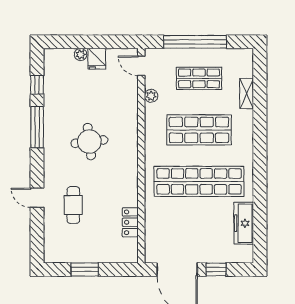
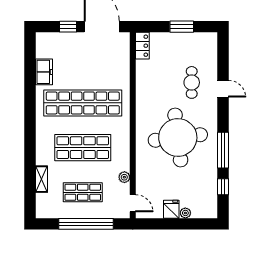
round table: (89, 142) -> (178, 137), width x1.86, depth x1.86
locker: (130, 222) -> (142, 46), moved
freezer: (244, 223) -> (44, 72), width x0.71

